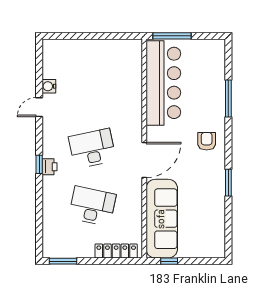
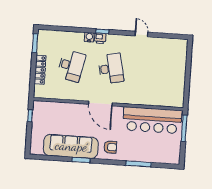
water cooler: (49, 86) -> (89, 37), moved
sofa: (162, 219) -> (71, 146), moved, turned 180
locker: (116, 251) -> (40, 70), moved

